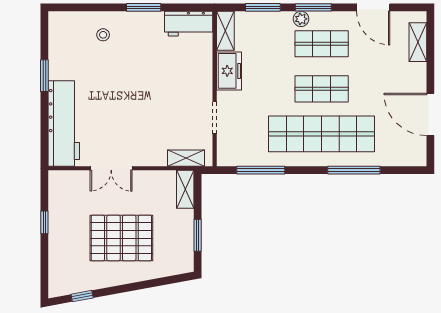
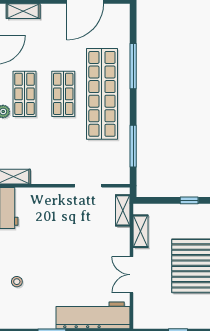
freezer: (229, 71) -> (48, 173), removed
double door: (111, 168) -> (132, 275), swing flipped
shelving: (185, 189) -> (141, 231), moved, turned 90
window: (198, 235) -> (189, 200), width x0.67

